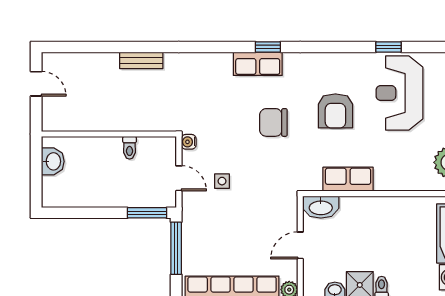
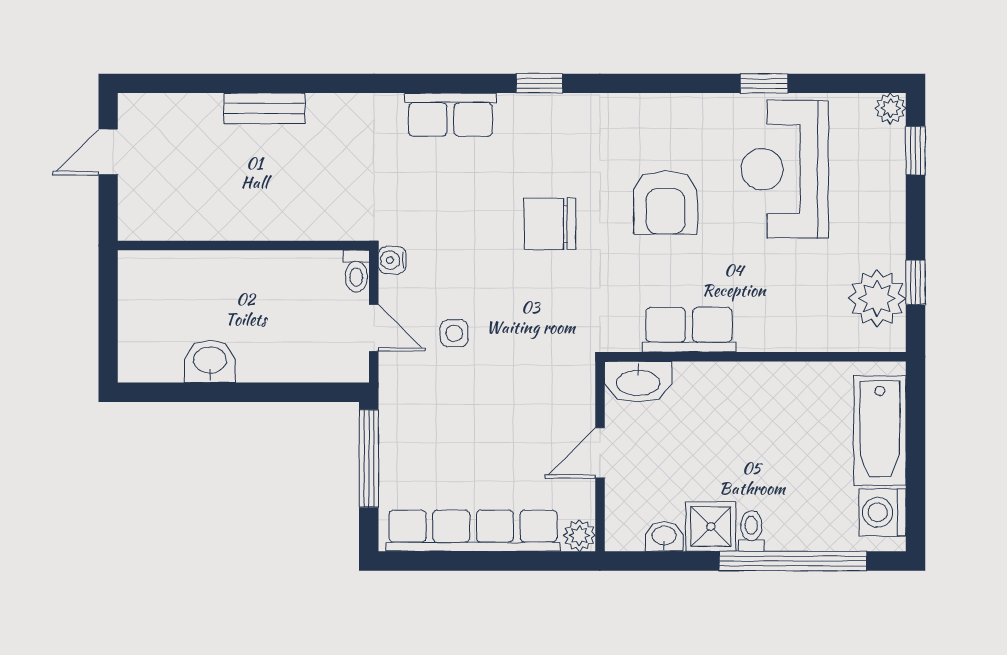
bench: (141, 60) -> (264, 108), moved
row of seats: (258, 64) -> (450, 115), moved
door: (36, 84) -> (108, 152), swing flipped
toilet: (130, 148) -> (356, 271), moved
washbasin: (53, 161) -> (210, 361), moved, turned -90
window: (147, 213) -> (315, 392), removed

